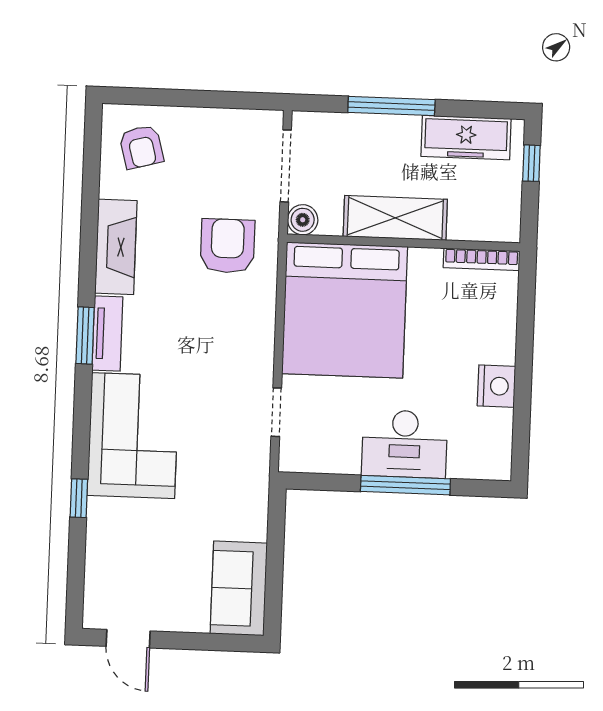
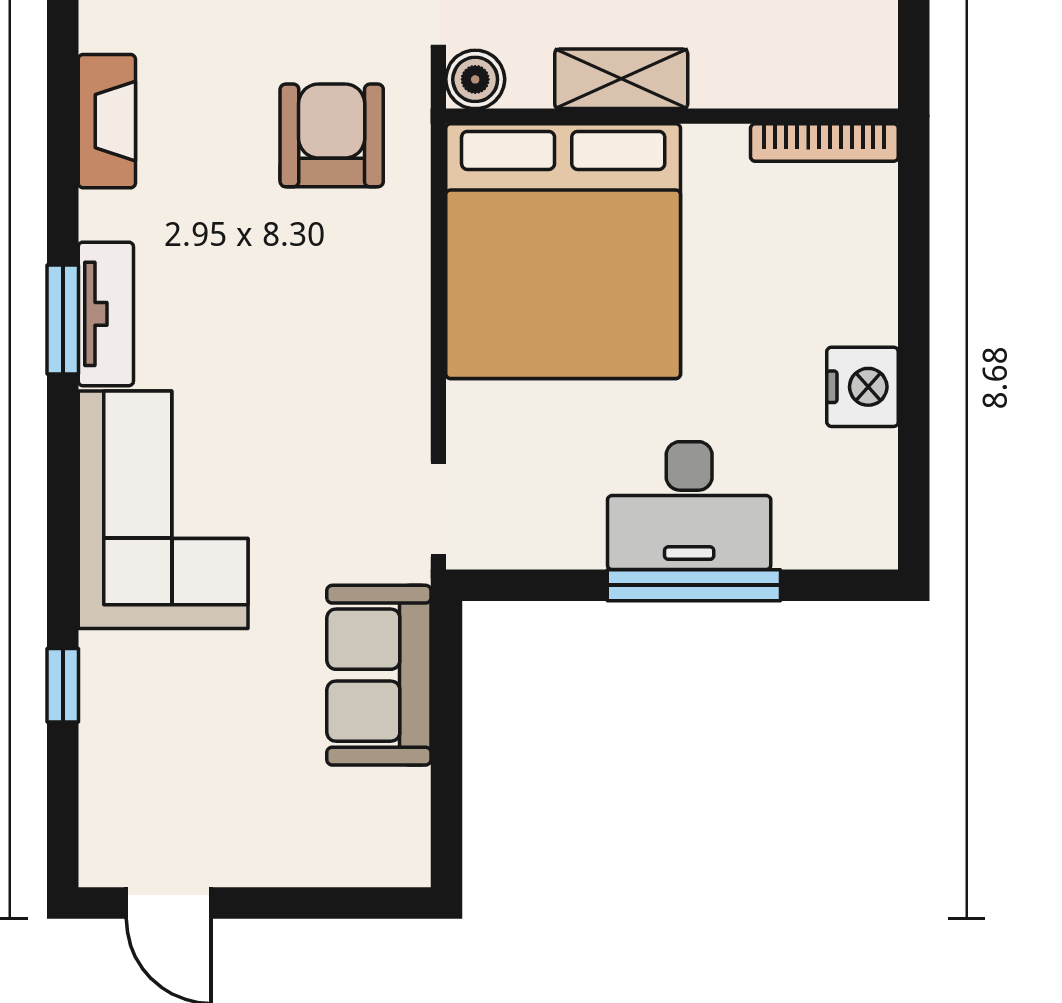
shelving: (395, 218) -> (621, 79), width x0.67, depth x0.75
fireplace: (116, 247) -> (107, 121), width x0.73, depth x0.76
doorway: (276, 412) -> (438, 509), moved
window: (79, 498) -> (63, 685), moved
sofa: (239, 588) -> (379, 675), moved

